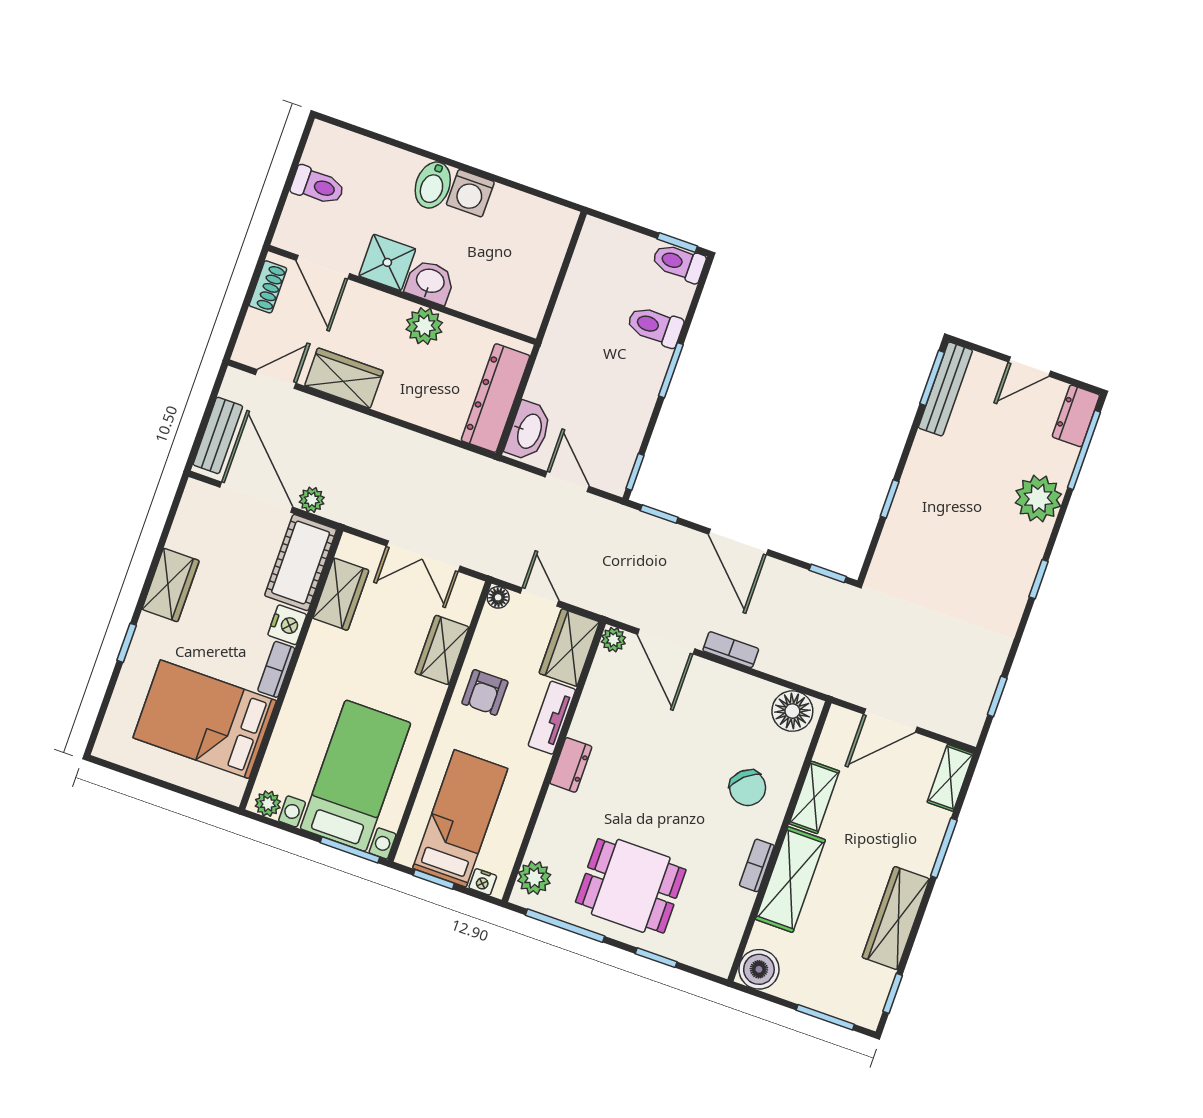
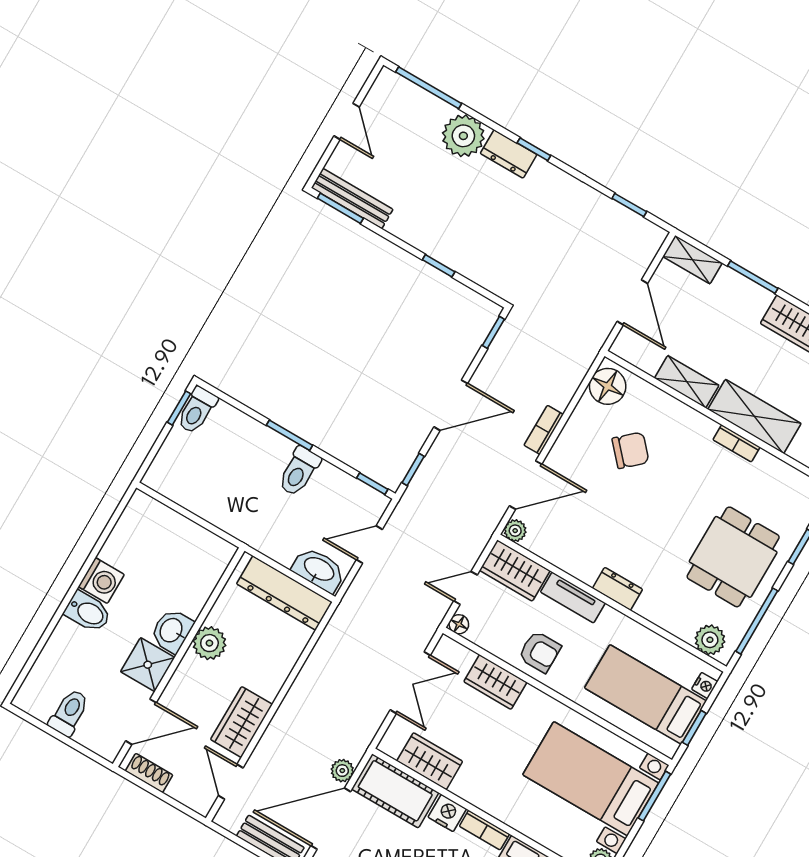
toilet: (655, 326) -> (299, 471), moved
dresser: (1076, 416) -> (509, 154), moved
chair: (748, 788) -> (630, 450), moved

